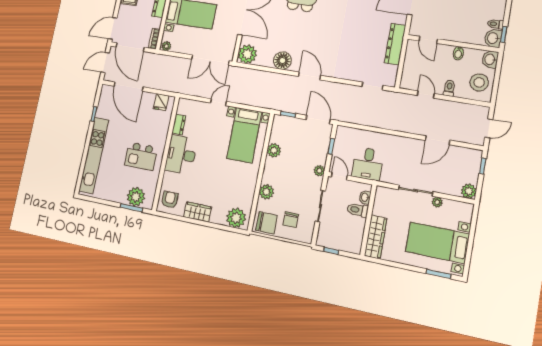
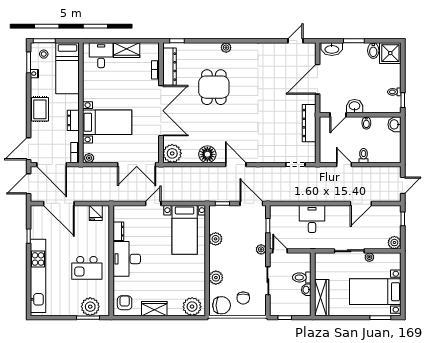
washbasin: (493, 38) -> (355, 106), moved, turned 90
door: (428, 40) -> (338, 115), hinge flipped
stool: (479, 82) -> (388, 146), removed
desk: (368, 164) -> (312, 219), moved, turned 180
washbasin: (365, 197) -> (306, 290), moved

